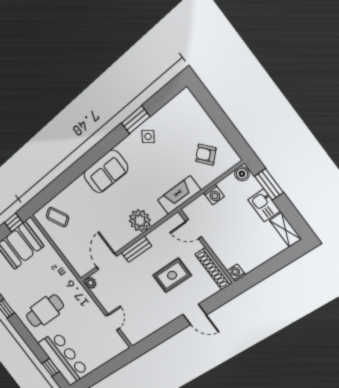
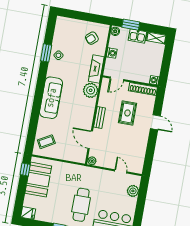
sofa: (106, 172) -> (51, 98), width x1.36
plant: (140, 221) -> (91, 90), moved
door: (195, 315) -> (155, 122), hinge flipped
plant: (109, 351) -> (133, 191), added

